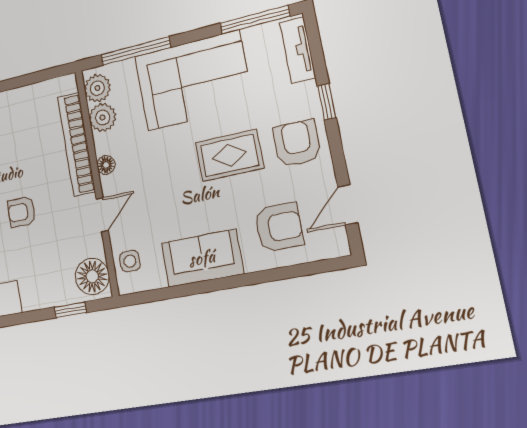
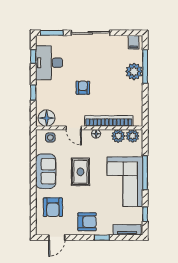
window: (255, 20) -> (145, 214), width x0.46
window: (136, 51) -> (145, 173), moved
rug: (229, 155) -> (80, 172), moved
door: (348, 205) -> (57, 238), swing flipped
window: (70, 310) -> (33, 93), moved

